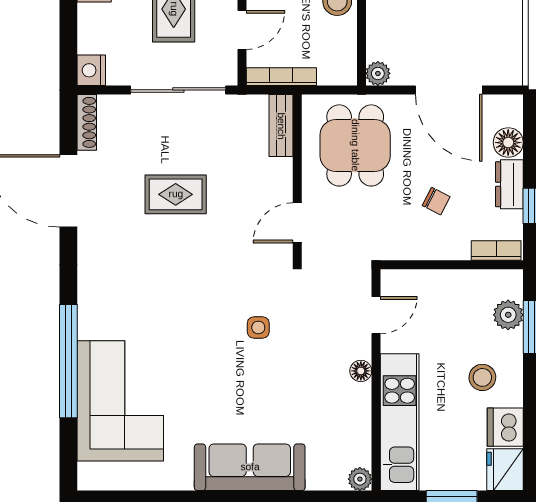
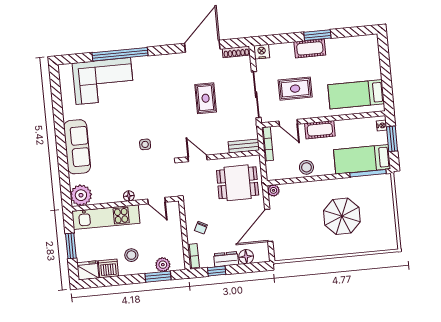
chair: (436, 201) -> (201, 228), moved
plant: (360, 479) -> (81, 195), width x1.88, depth x1.88

